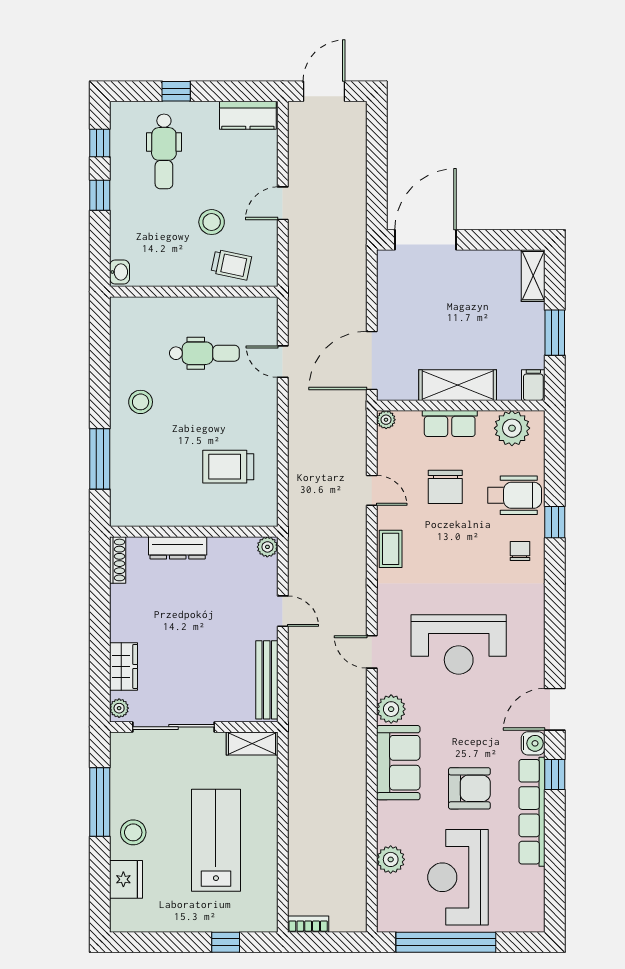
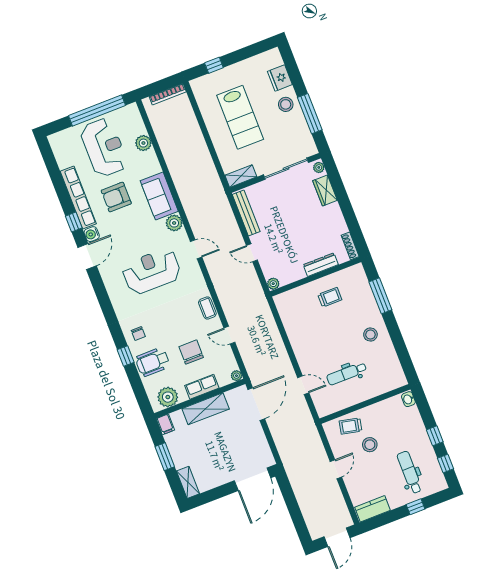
trolley: (228, 467) -> (330, 297), moved, width x0.73, depth x0.72
bookcase: (308, 924) -> (168, 94), width x1.56

